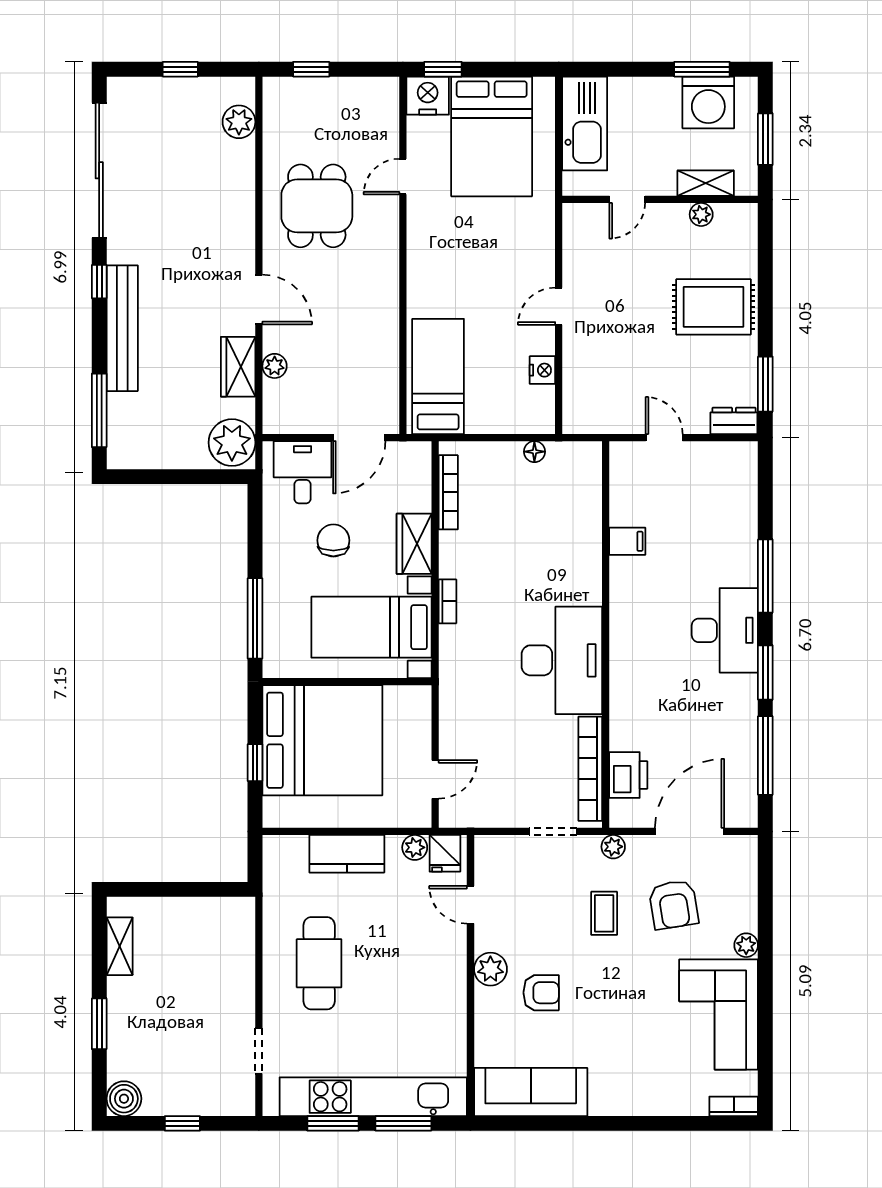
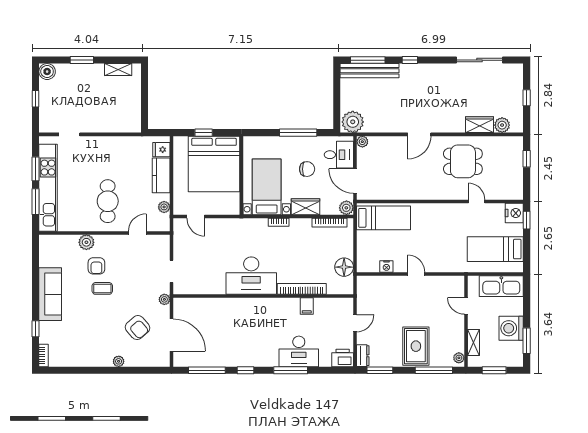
washing machine: (708, 102) -> (511, 328), moved
bed: (492, 136) -> (495, 249), width x0.67
sliding door: (99, 170) -> (479, 60), width x0.73
plant: (701, 214) -> (459, 358), moved
window: (765, 268) -> (434, 370), added
window: (99, 282) -> (410, 60), moved
bench: (122, 328) -> (369, 71), moved
plant: (275, 366) -> (362, 142), moved
wardrobe: (238, 367) -> (479, 125), moved
floor lamp: (534, 452) -> (344, 267), width x1.89, depth x1.89
plant: (417, 456) -> (346, 208), added
window: (255, 618) -> (298, 133), moved
desk: (725, 630) -> (299, 351), moved
window: (765, 673) -> (246, 370), width x0.67
bookcase: (590, 769) -> (302, 289), moved
printer: (628, 775) -> (343, 358), moved, turned 180
fridge: (445, 853) -> (161, 150), moved
armchair: (674, 905) -> (137, 328), turned -122
coffee table: (604, 913) -> (102, 288), moved
cafe table: (319, 963) -> (108, 201), moved, turned 90
plant: (490, 969) -> (86, 242), moved
corner sofa: (719, 1015) -> (86, 349), removed
sofa: (531, 1092) -> (50, 294), moved
window: (676, 1123) -> (36, 329), added

